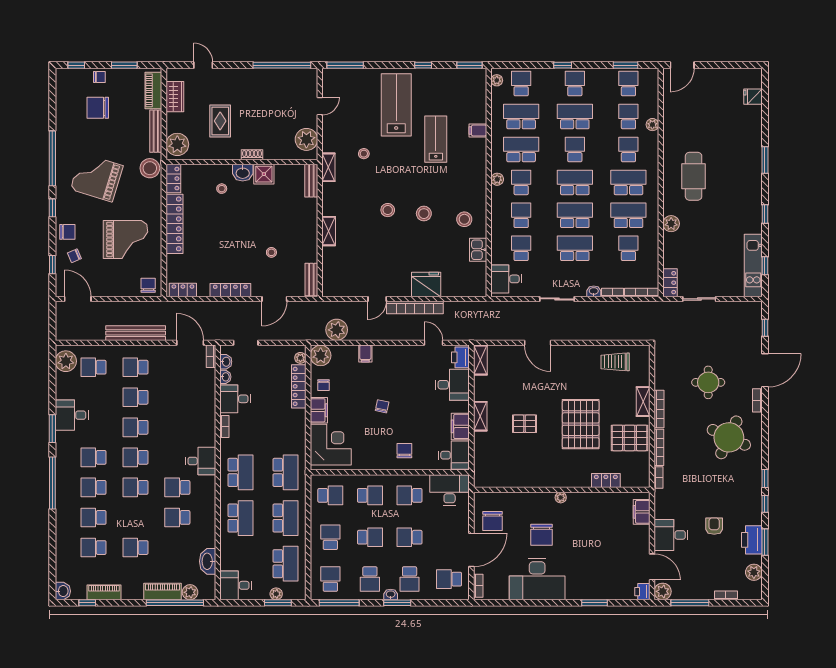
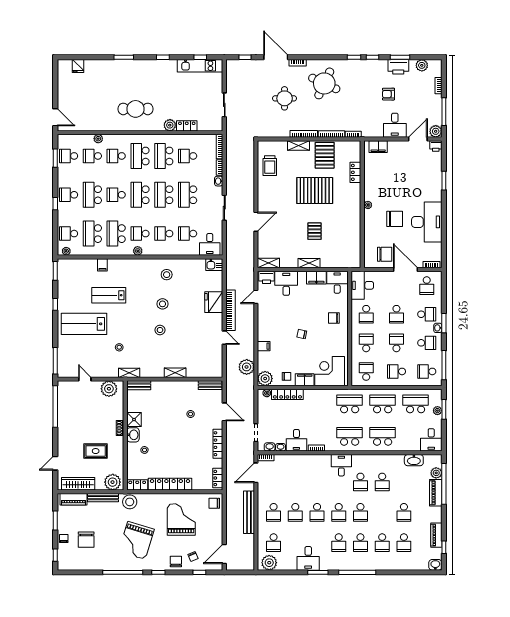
wardrobe: (175, 97) -> (78, 484), width x1.50
kitchen sink: (478, 250) -> (214, 265), moved
locker: (670, 283) -> (187, 126), moved

